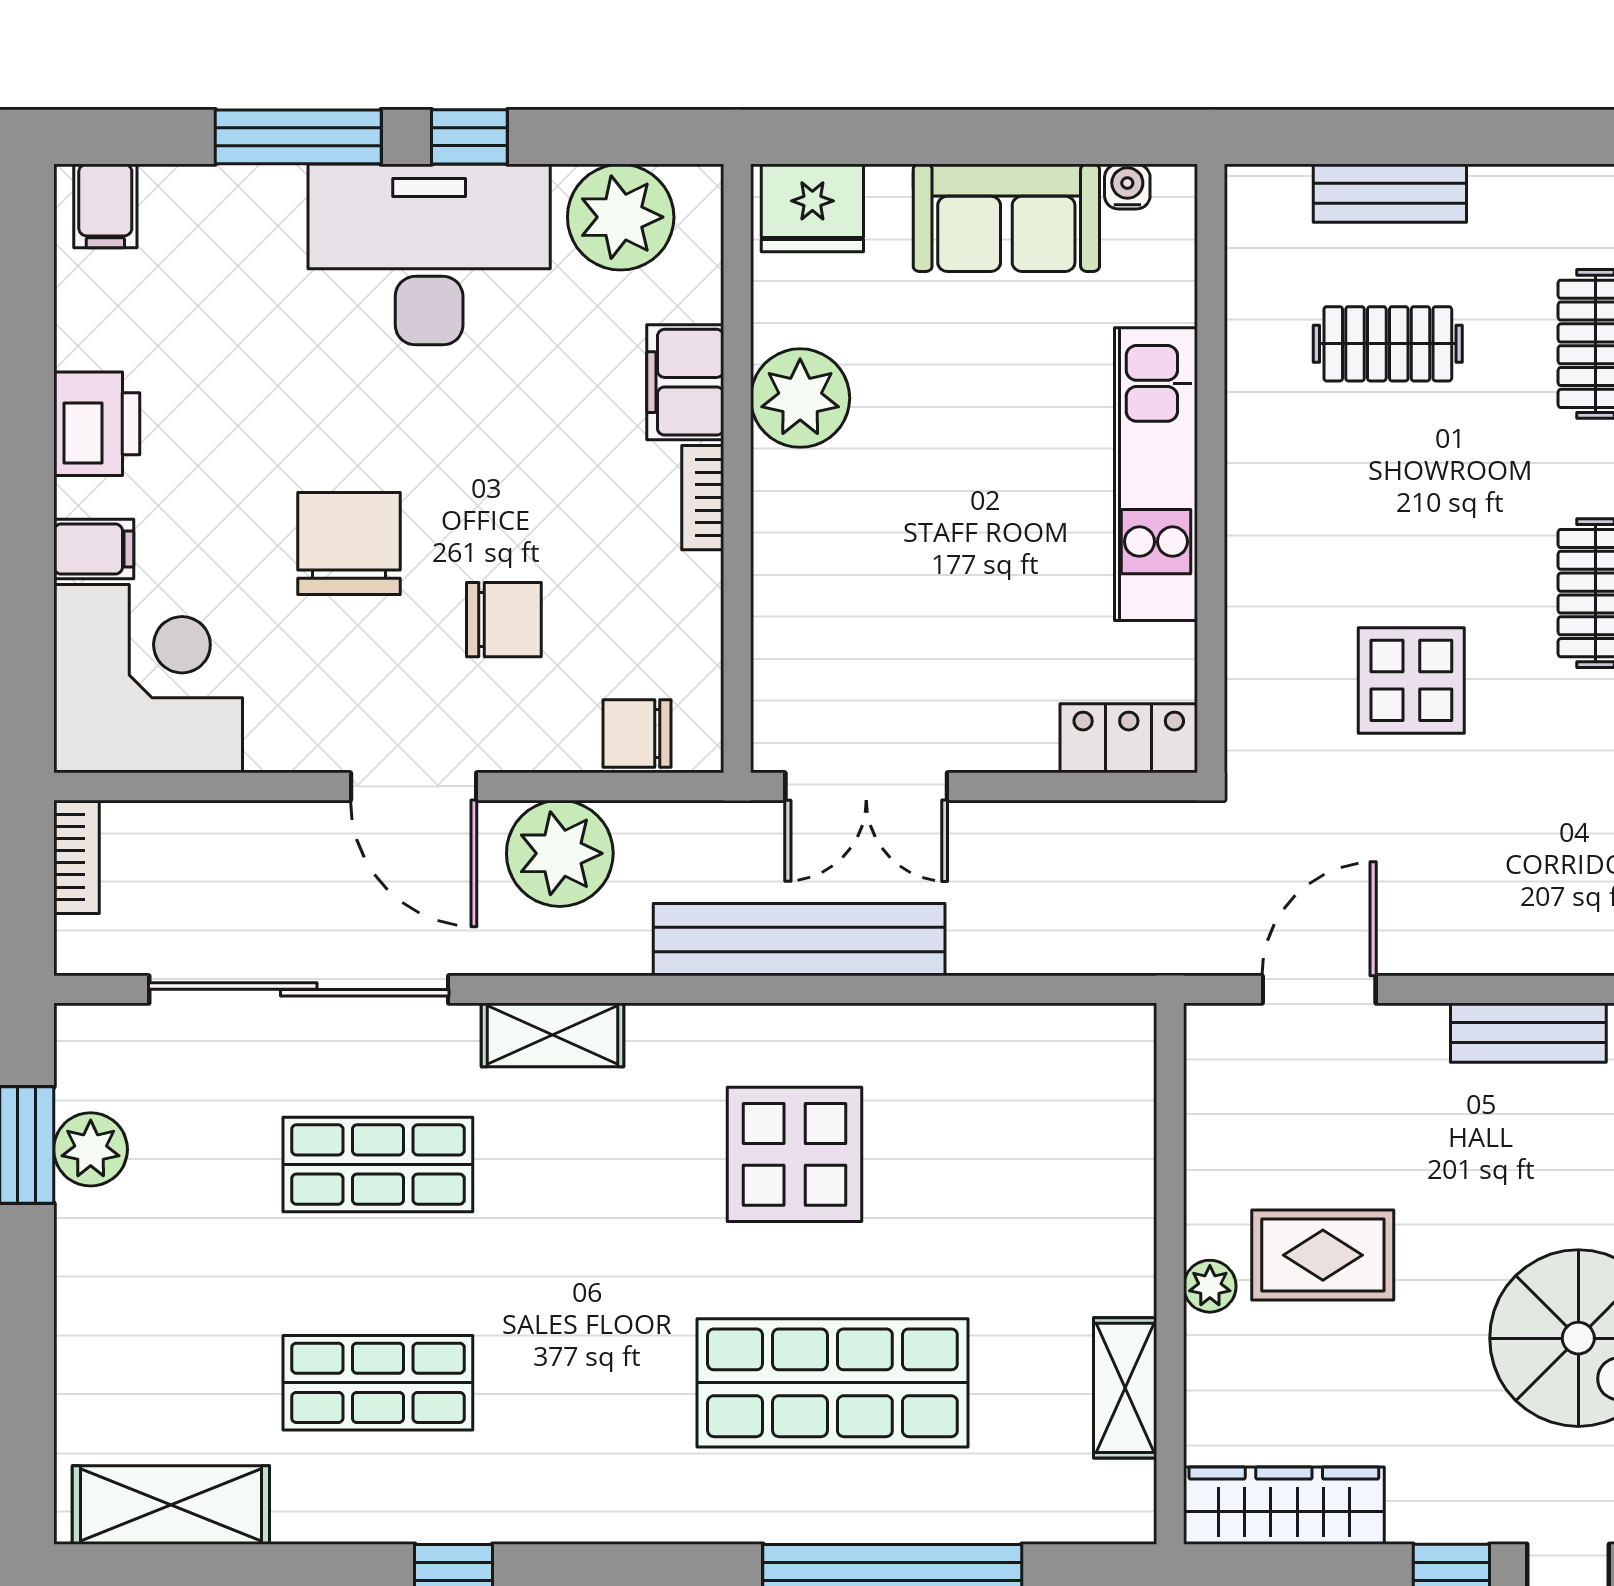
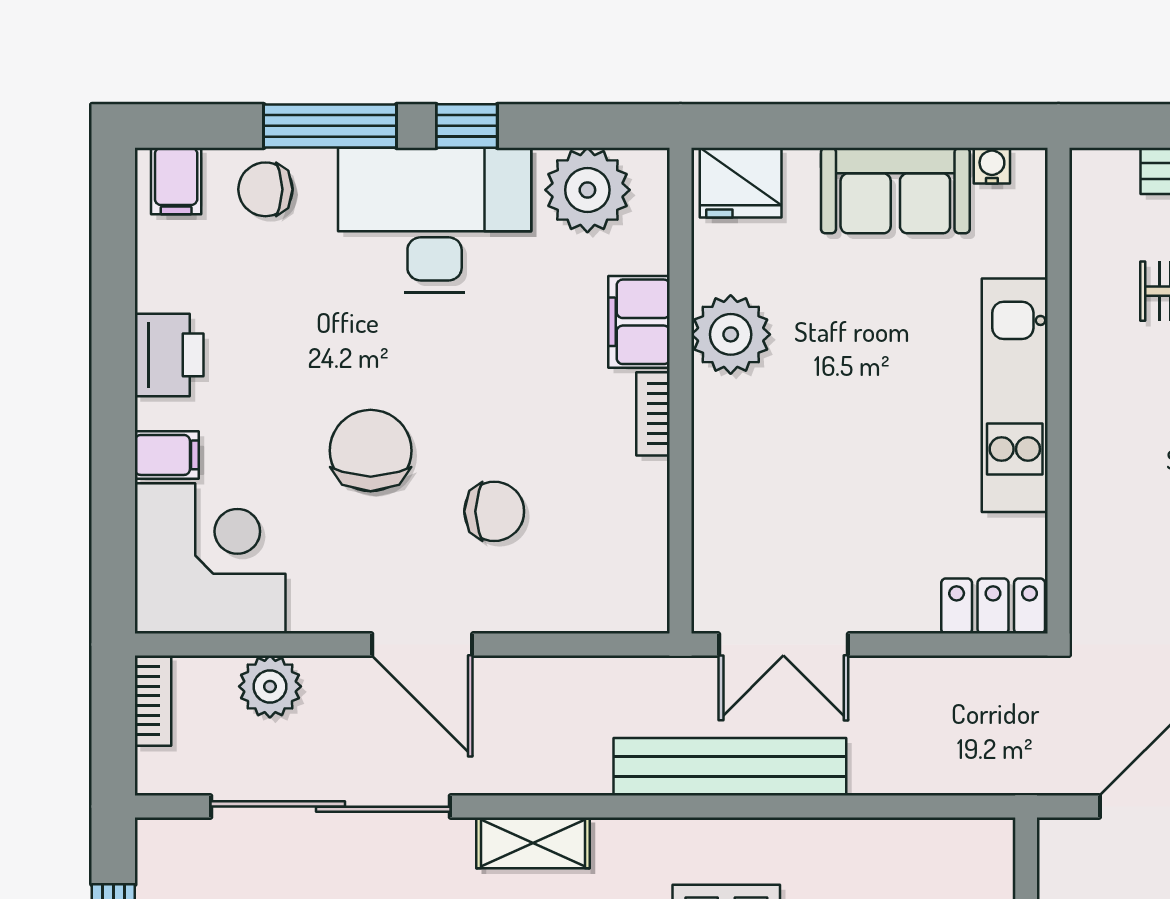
chair: (637, 734) -> (265, 189), moved
plant: (560, 853) -> (270, 686), moved, width x0.73, depth x0.73

